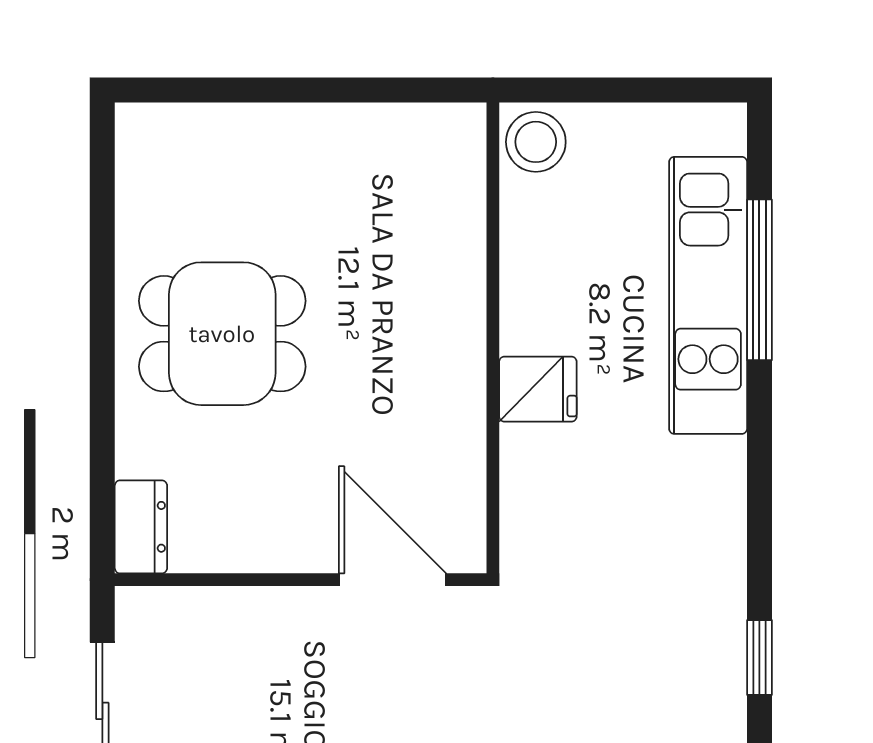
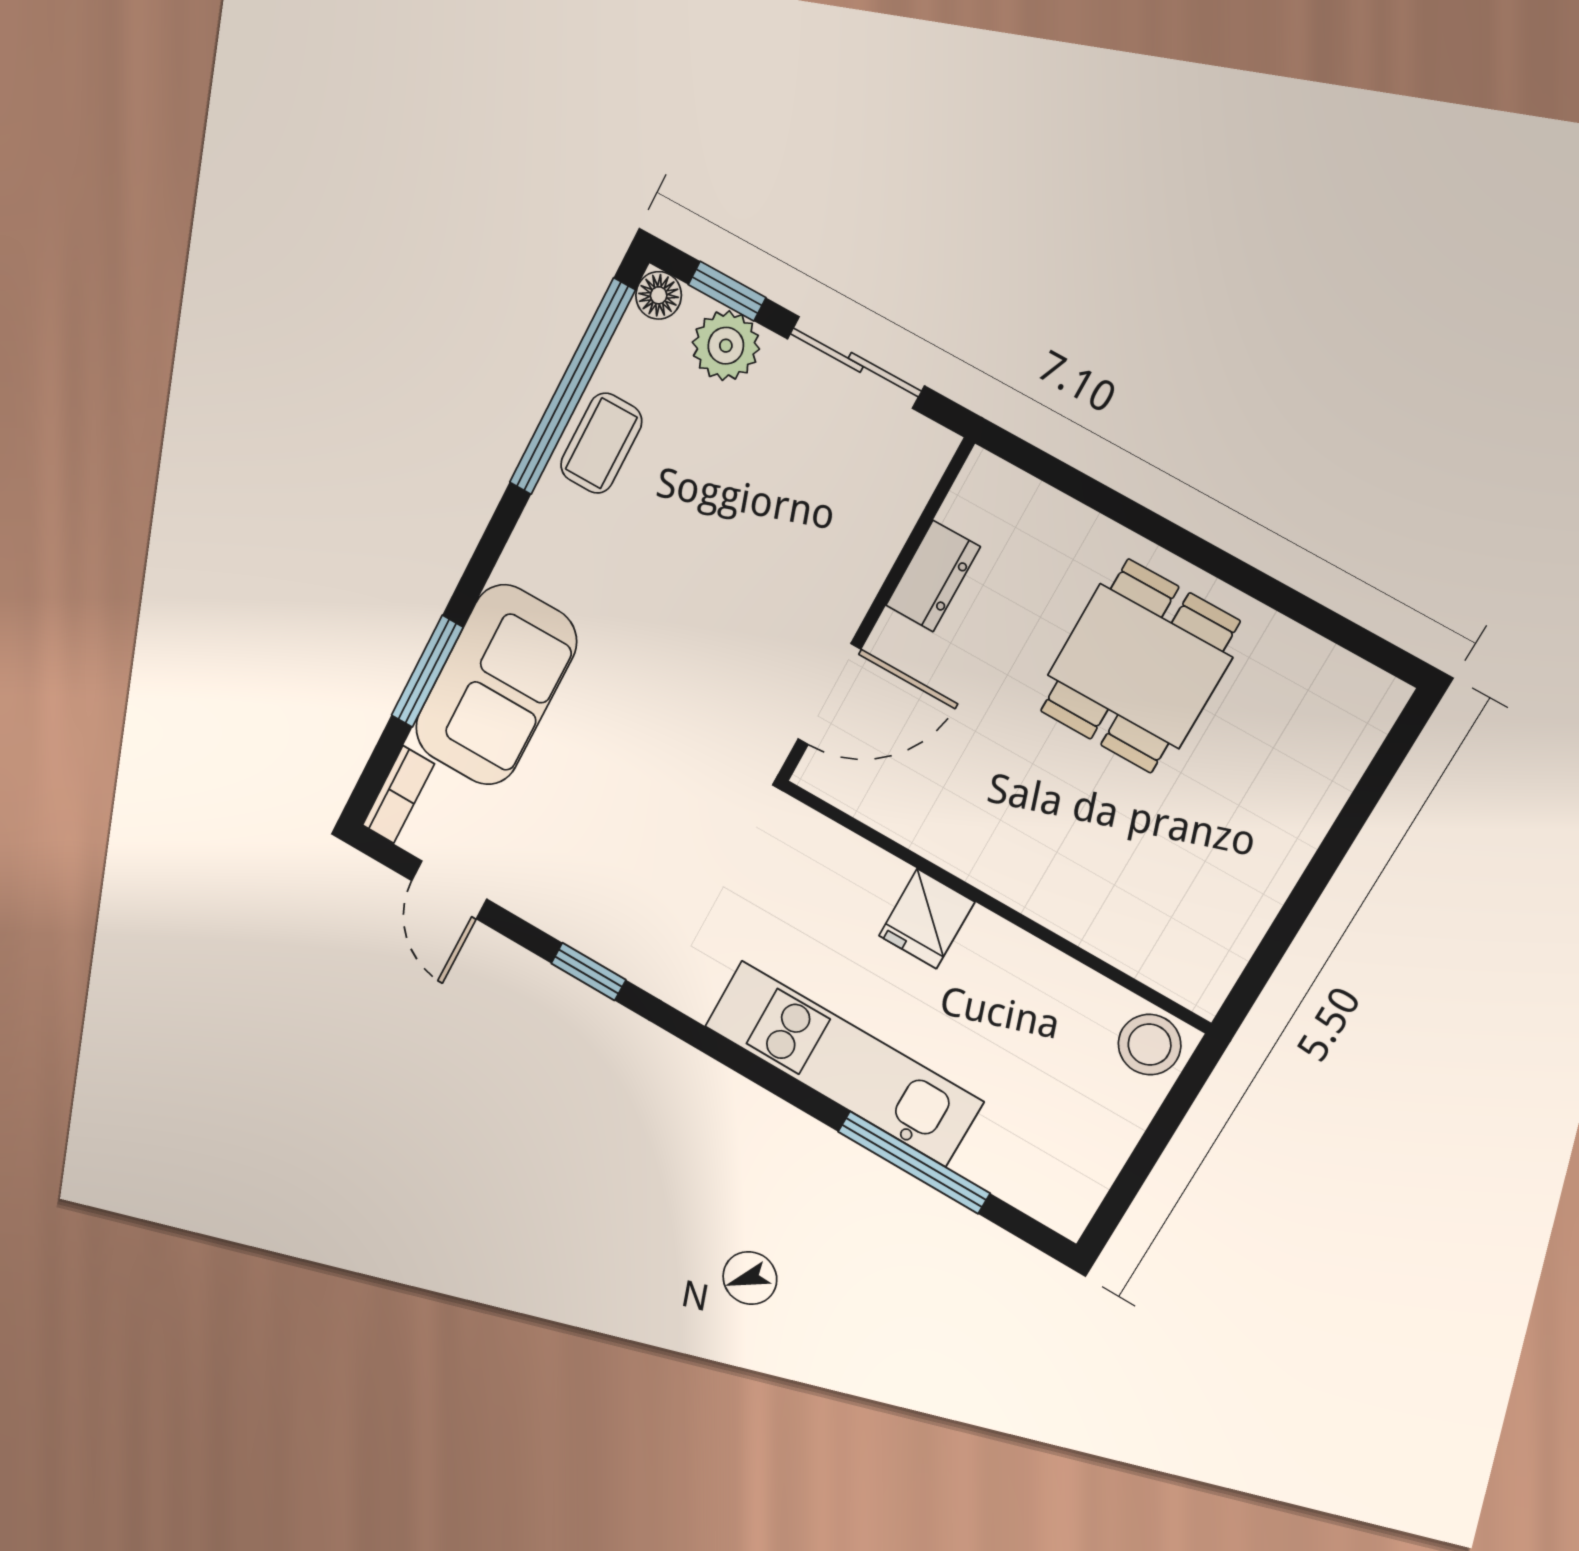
kitchen unit: (708, 295) -> (844, 1064), moved
dresser: (141, 527) -> (933, 576), moved, turned -90

